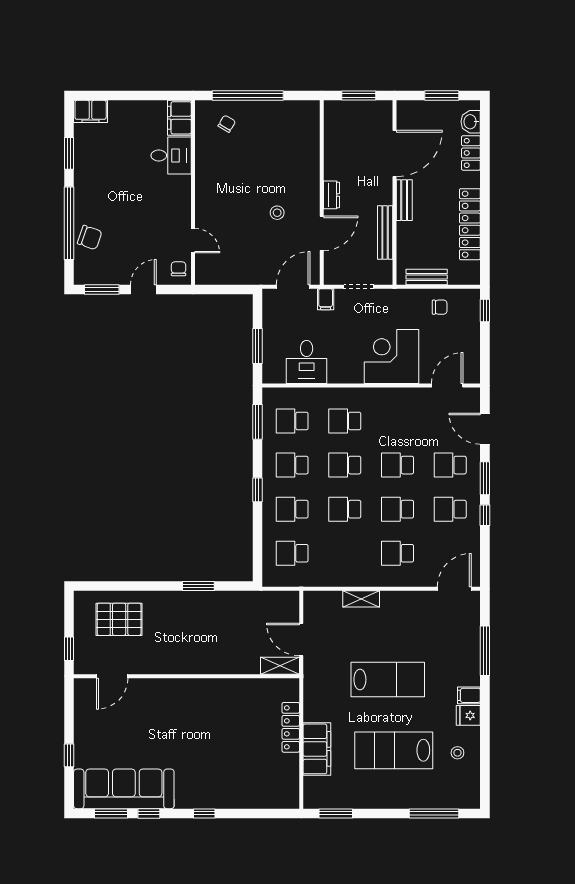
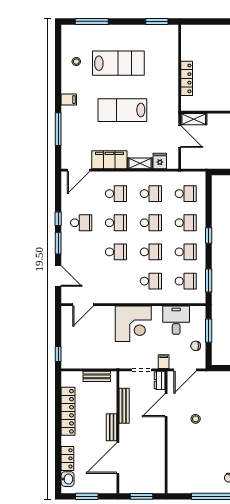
dresser: (331, 195) -> (160, 380), moved
chair: (440, 307) -> (196, 346), moved
corner desk: (391, 357) -> (133, 324), moved
school desk: (450, 465) -> (151, 194), moved
fridge: (468, 715) -> (160, 161), moved, turned -90
filing cabinet: (317, 749) -> (109, 160), moved, turned 90

